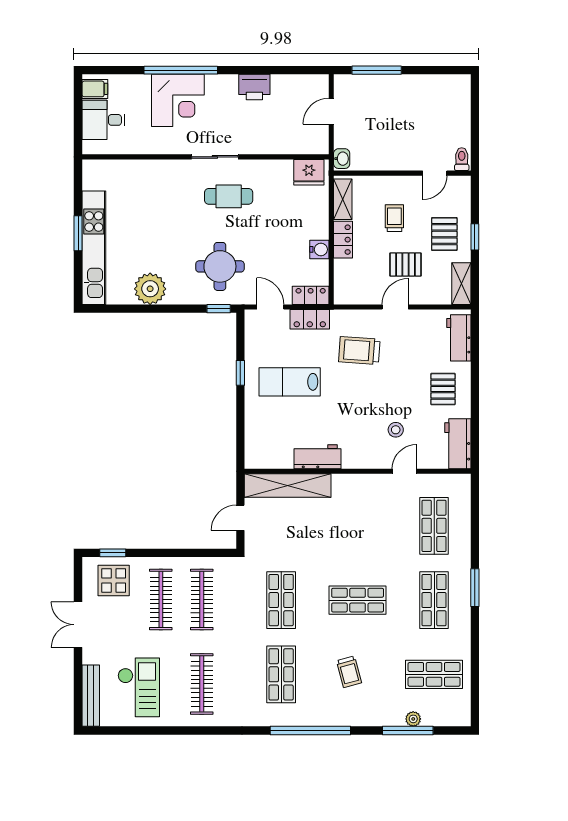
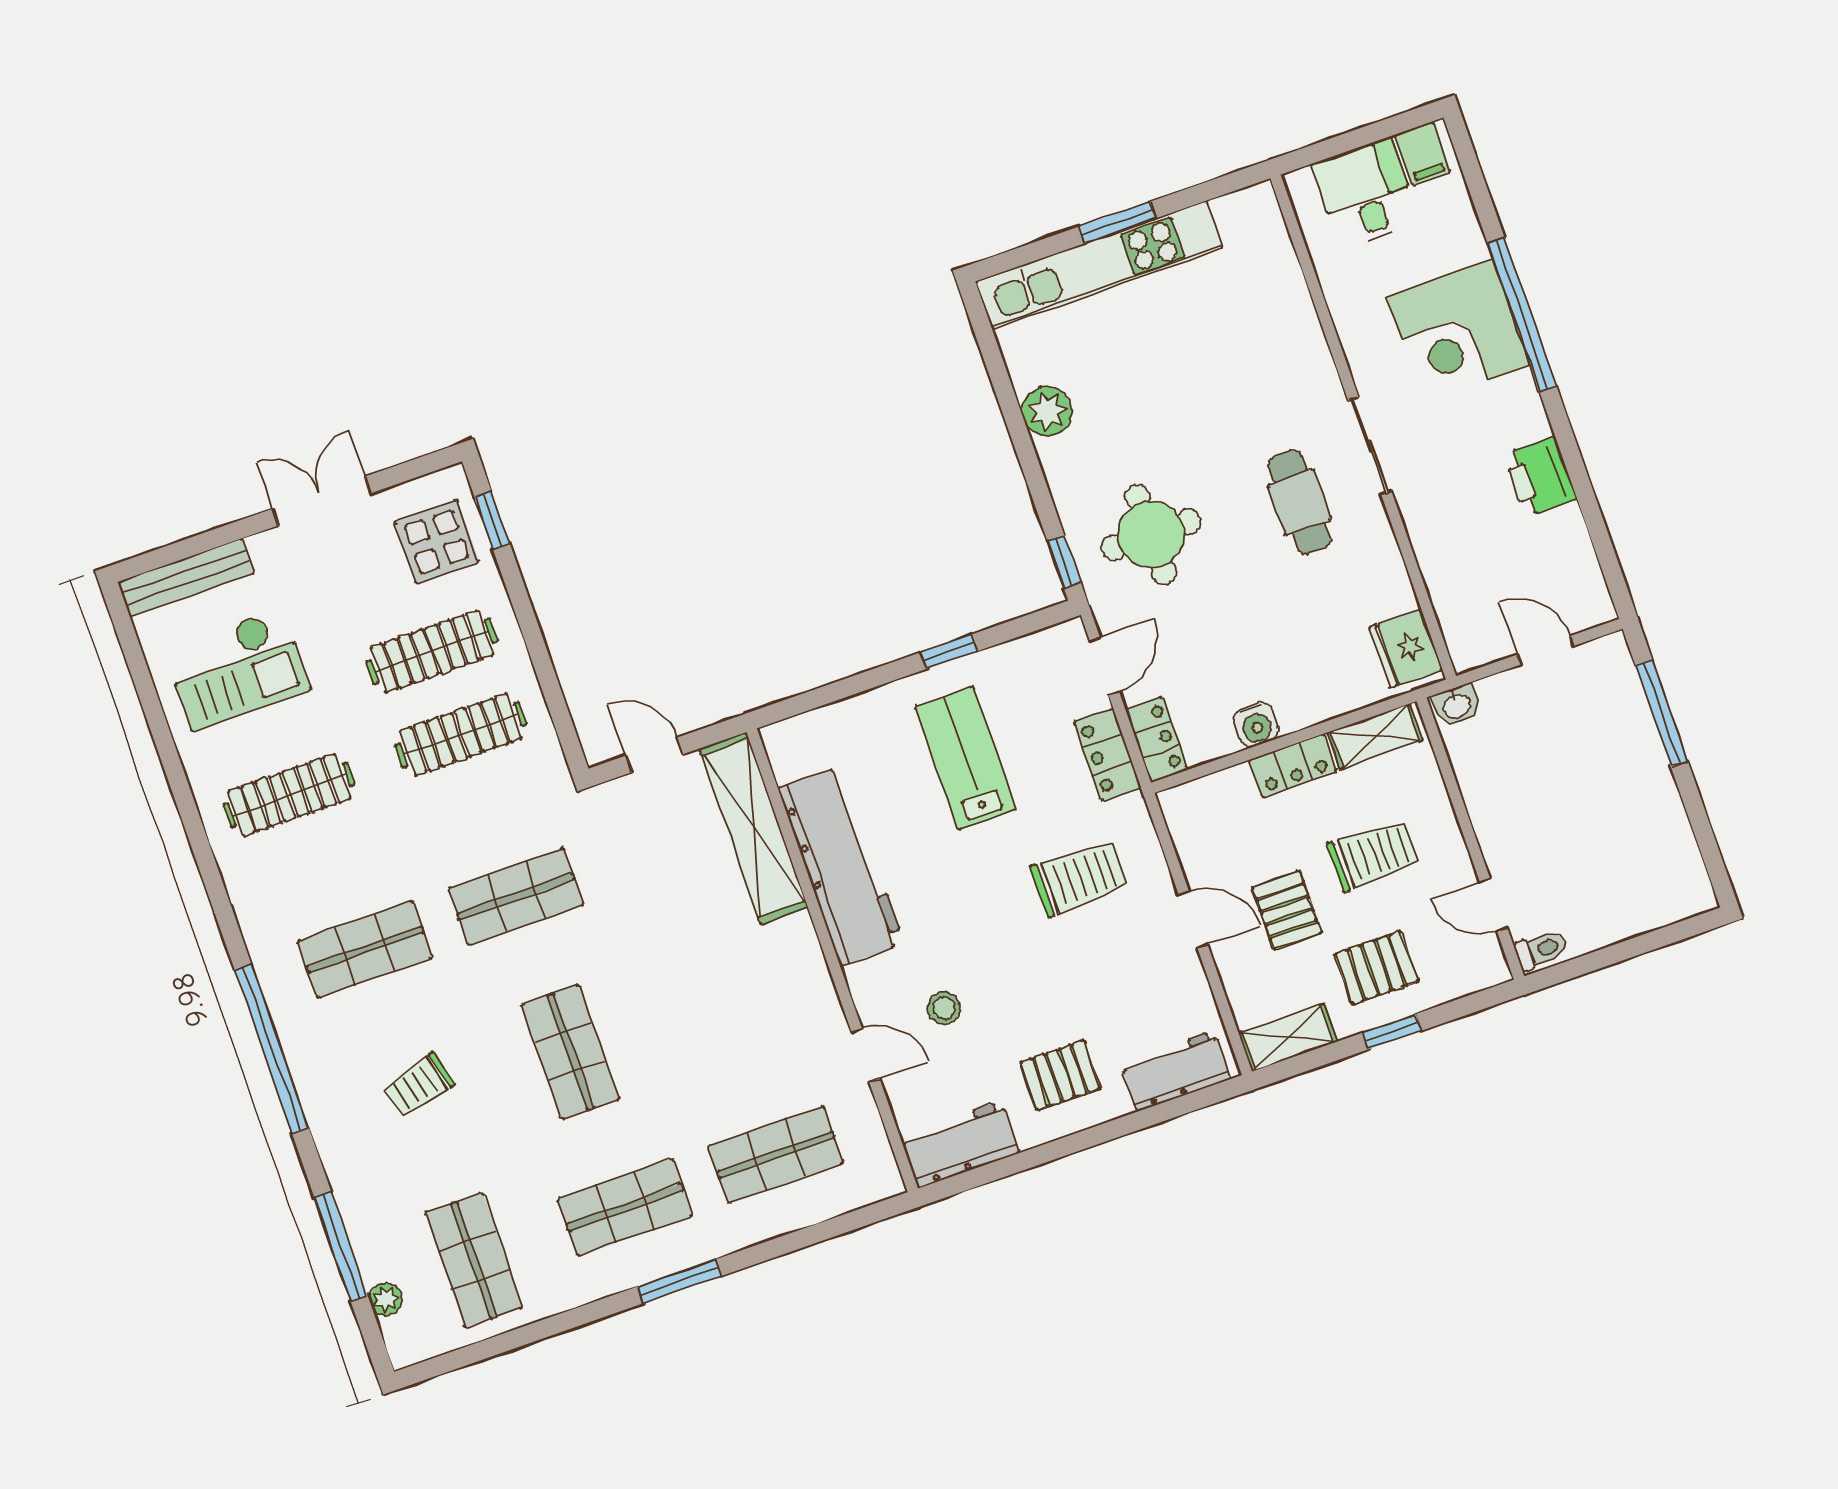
trolley: (394, 218) -> (1373, 855), width x1.36, depth x1.39
plant: (150, 289) -> (1047, 411), width x0.73, depth x0.73
trolley: (359, 350) -> (1079, 878), turned 86
workbench: (318, 457) -> (841, 866), width x1.88, depth x1.32
plant: (413, 719) -> (386, 1299), moved

